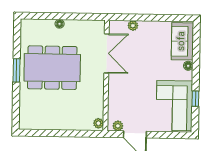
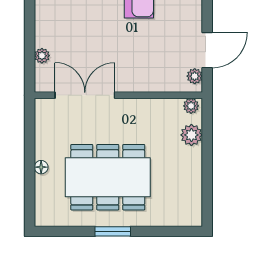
dining table: (52, 68) -> (108, 177), turned 90
plant: (79, 123) -> (191, 135), added

